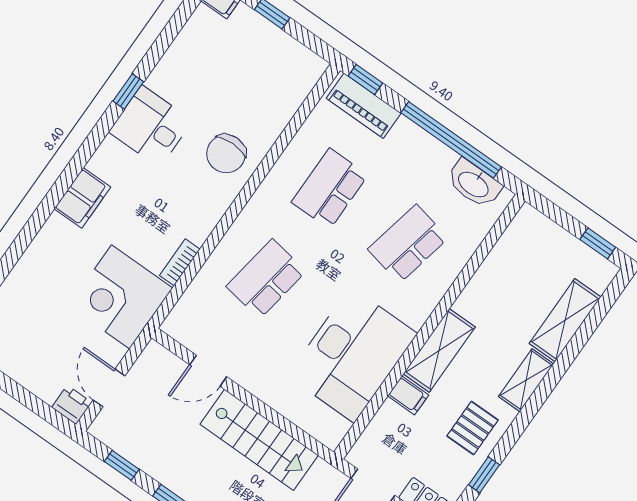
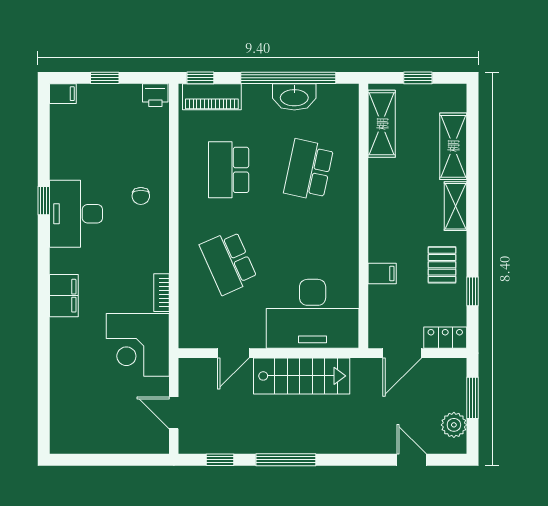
desk: (151, 126) -> (76, 214), width x1.37
chair: (226, 154) -> (141, 196), width x0.54, depth x0.54
washbasin: (474, 184) -> (294, 97), moved
window: (598, 243) -> (418, 78), moved
school desk: (266, 279) -> (229, 262), turned -33
shelving: (439, 350) -> (382, 124), moved
desk: (352, 355) -> (313, 314), moved, turned 90
printer: (72, 405) -> (155, 95), moved, turned 180

